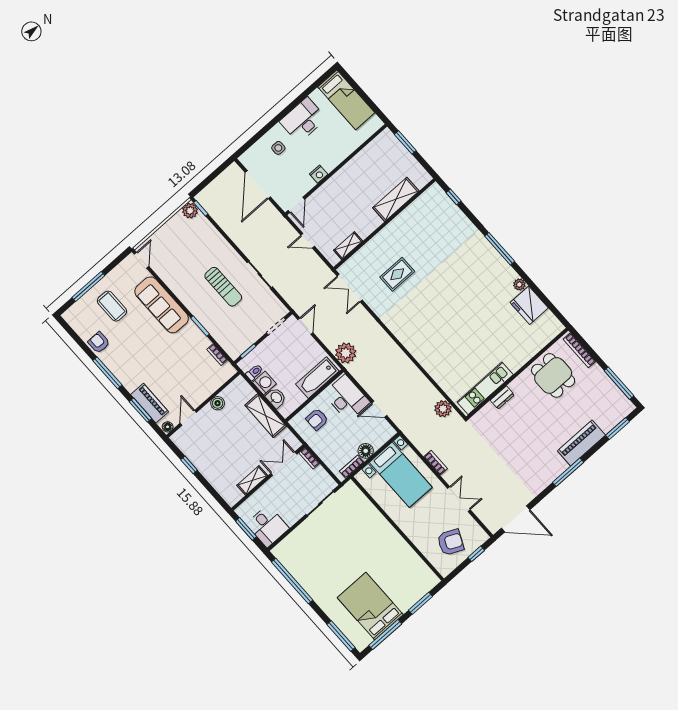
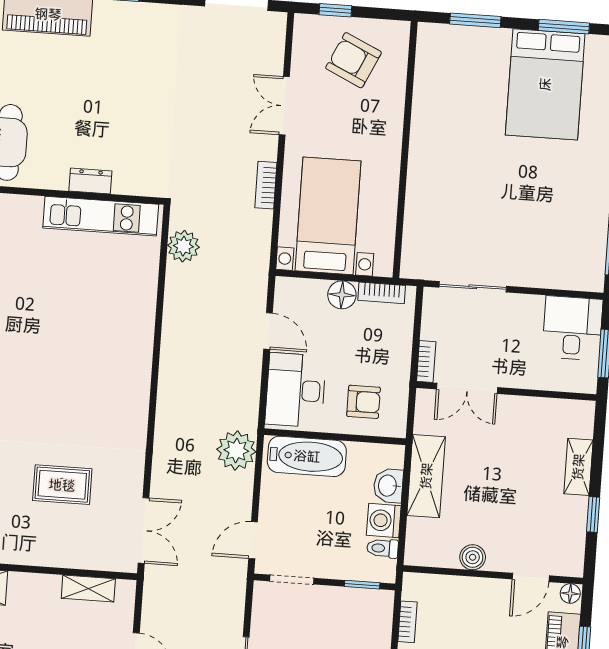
shelving: (252, 480) -> (578, 467), moved, turned 90
window: (385, 635) -> (564, 27), width x0.69

